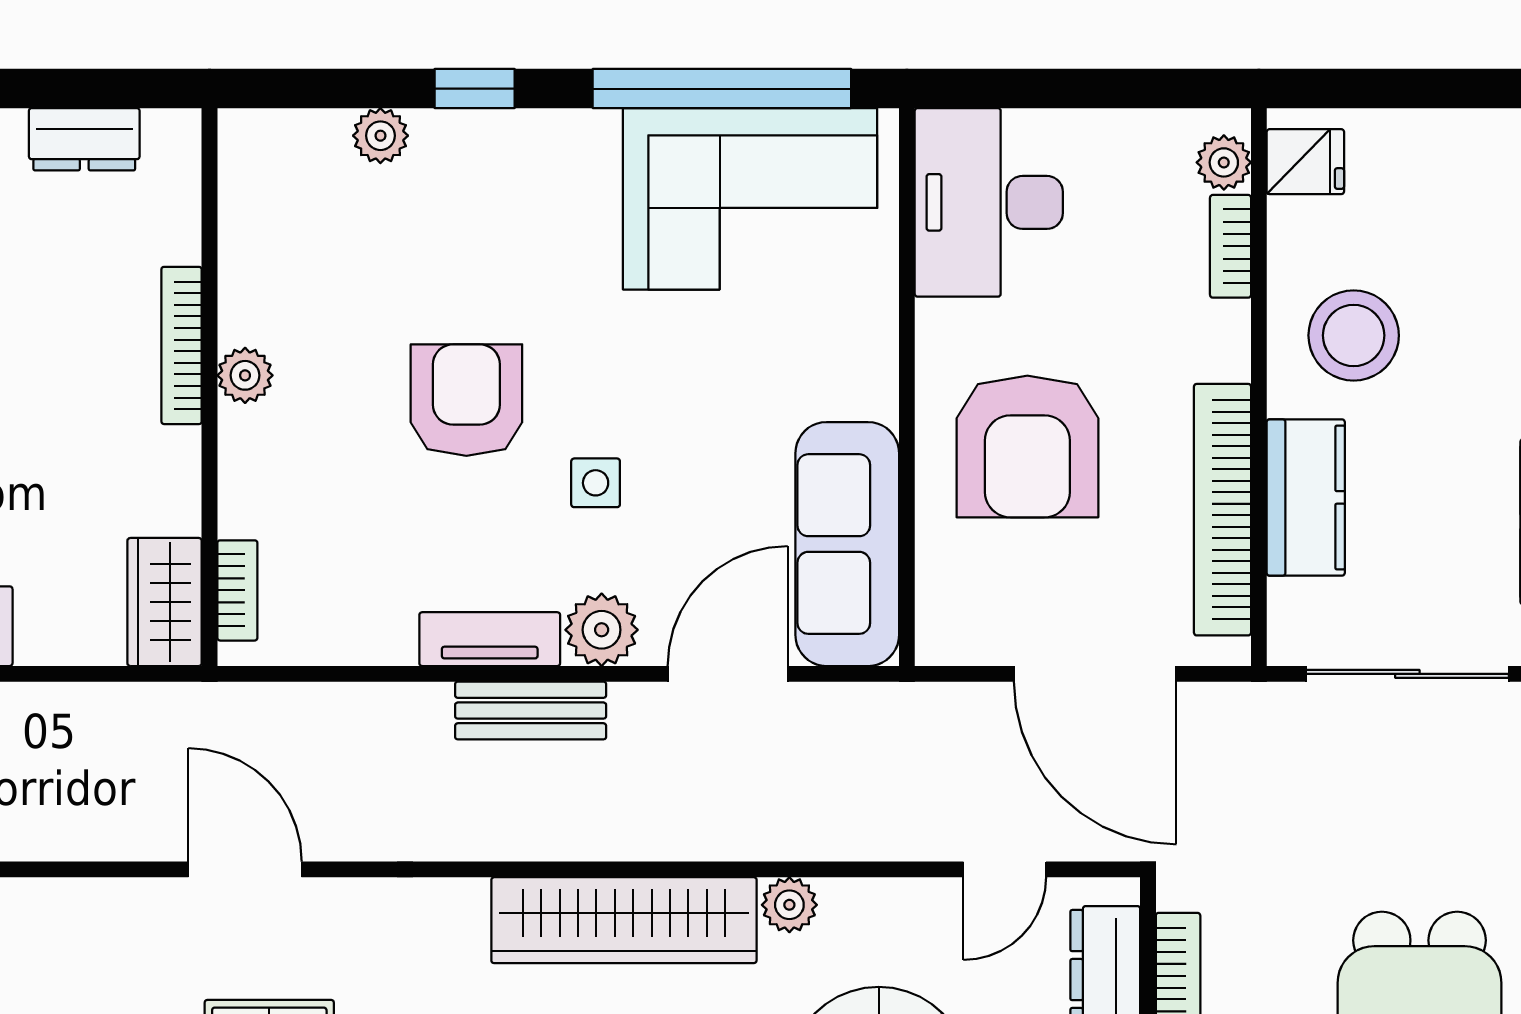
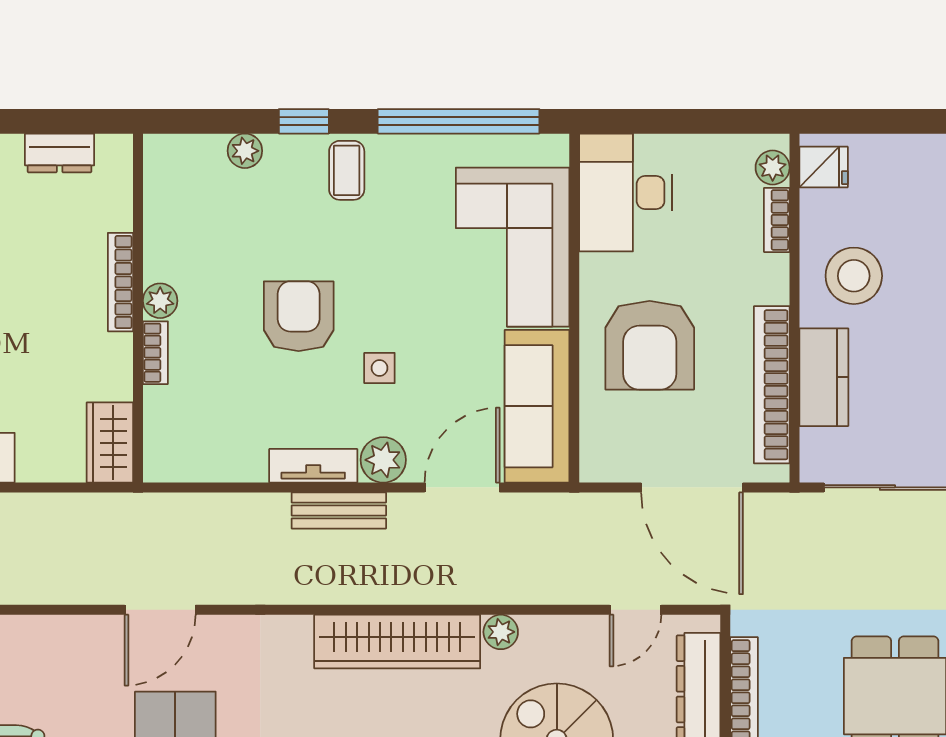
coffee table: (543, 167) -> (347, 170), added
corner sofa: (750, 199) -> (513, 247), moved, turned 90
bookcase: (237, 590) -> (155, 353), moved
door: (245, 869) -> (160, 610), swing flipped

